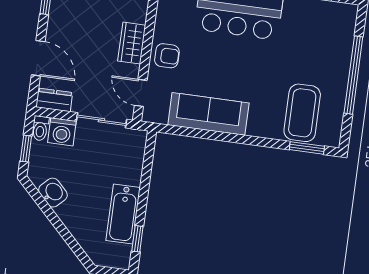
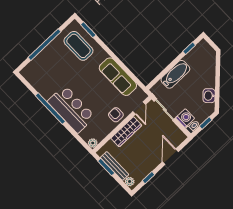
wardrobe: (132, 43) -> (126, 132), width x1.50
dresser: (54, 100) -> (178, 134), removed
coffee table: (302, 113) -> (78, 46), turned 90
bathtub: (123, 214) -> (175, 74), moved

